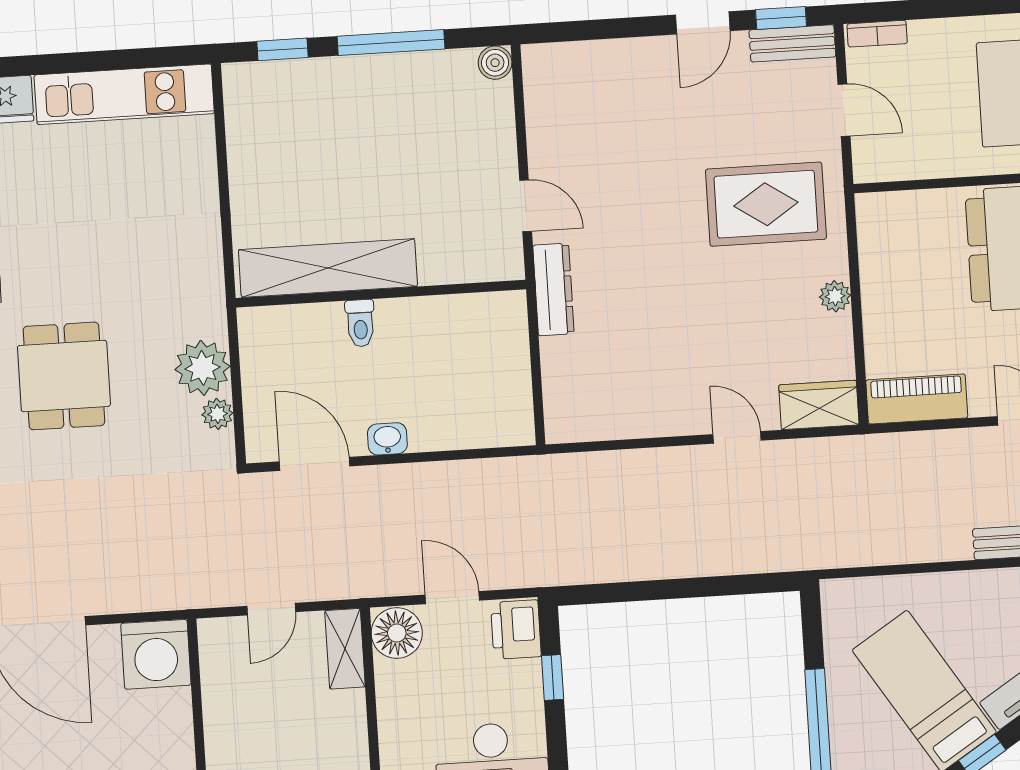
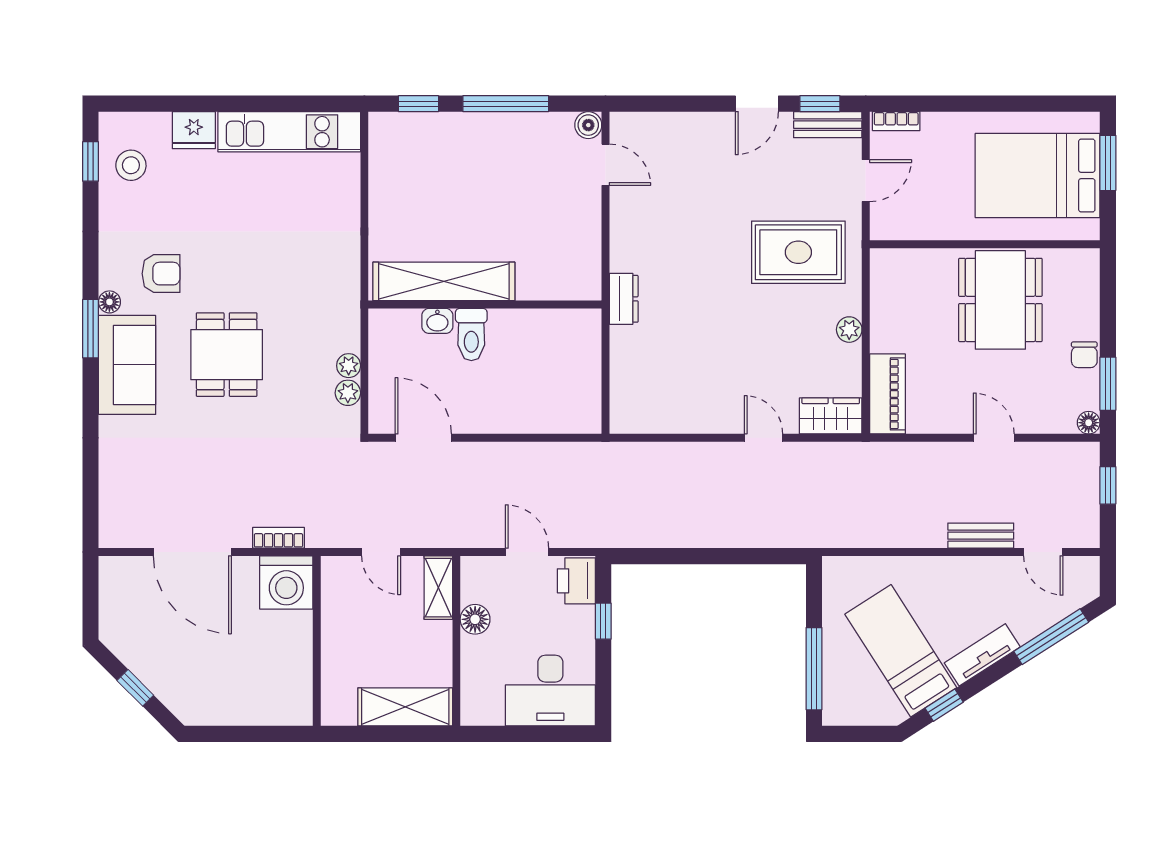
door: (844, 110) -> (866, 181), hinge flipped
door: (526, 206) -> (606, 165), moved
dresser: (553, 289) -> (624, 299), width x0.70
toilet: (360, 323) -> (471, 334), width x1.37, depth x1.39
plant: (202, 368) -> (349, 366), width x0.53, depth x0.53
piano: (917, 399) -> (887, 394), moved, turned 90
washbasin: (387, 439) -> (437, 321), moved, turned 180
bookcase: (143, 599) -> (278, 538), added
door: (271, 609) -> (381, 552), hinge flipped
floor lamp: (397, 633) -> (475, 619), moved, width x0.73, depth x0.73

